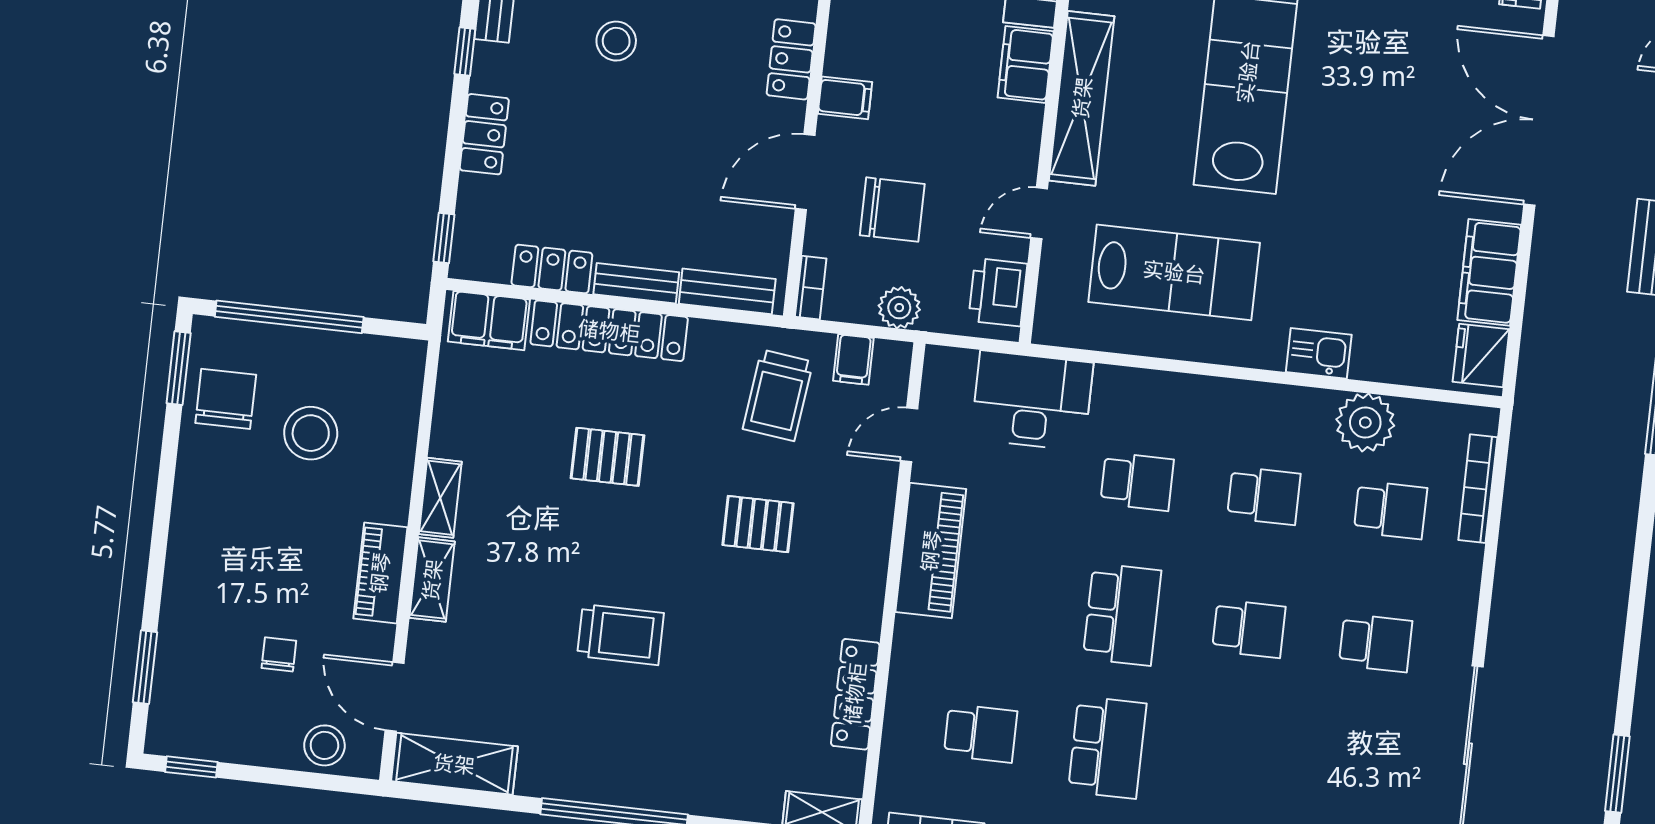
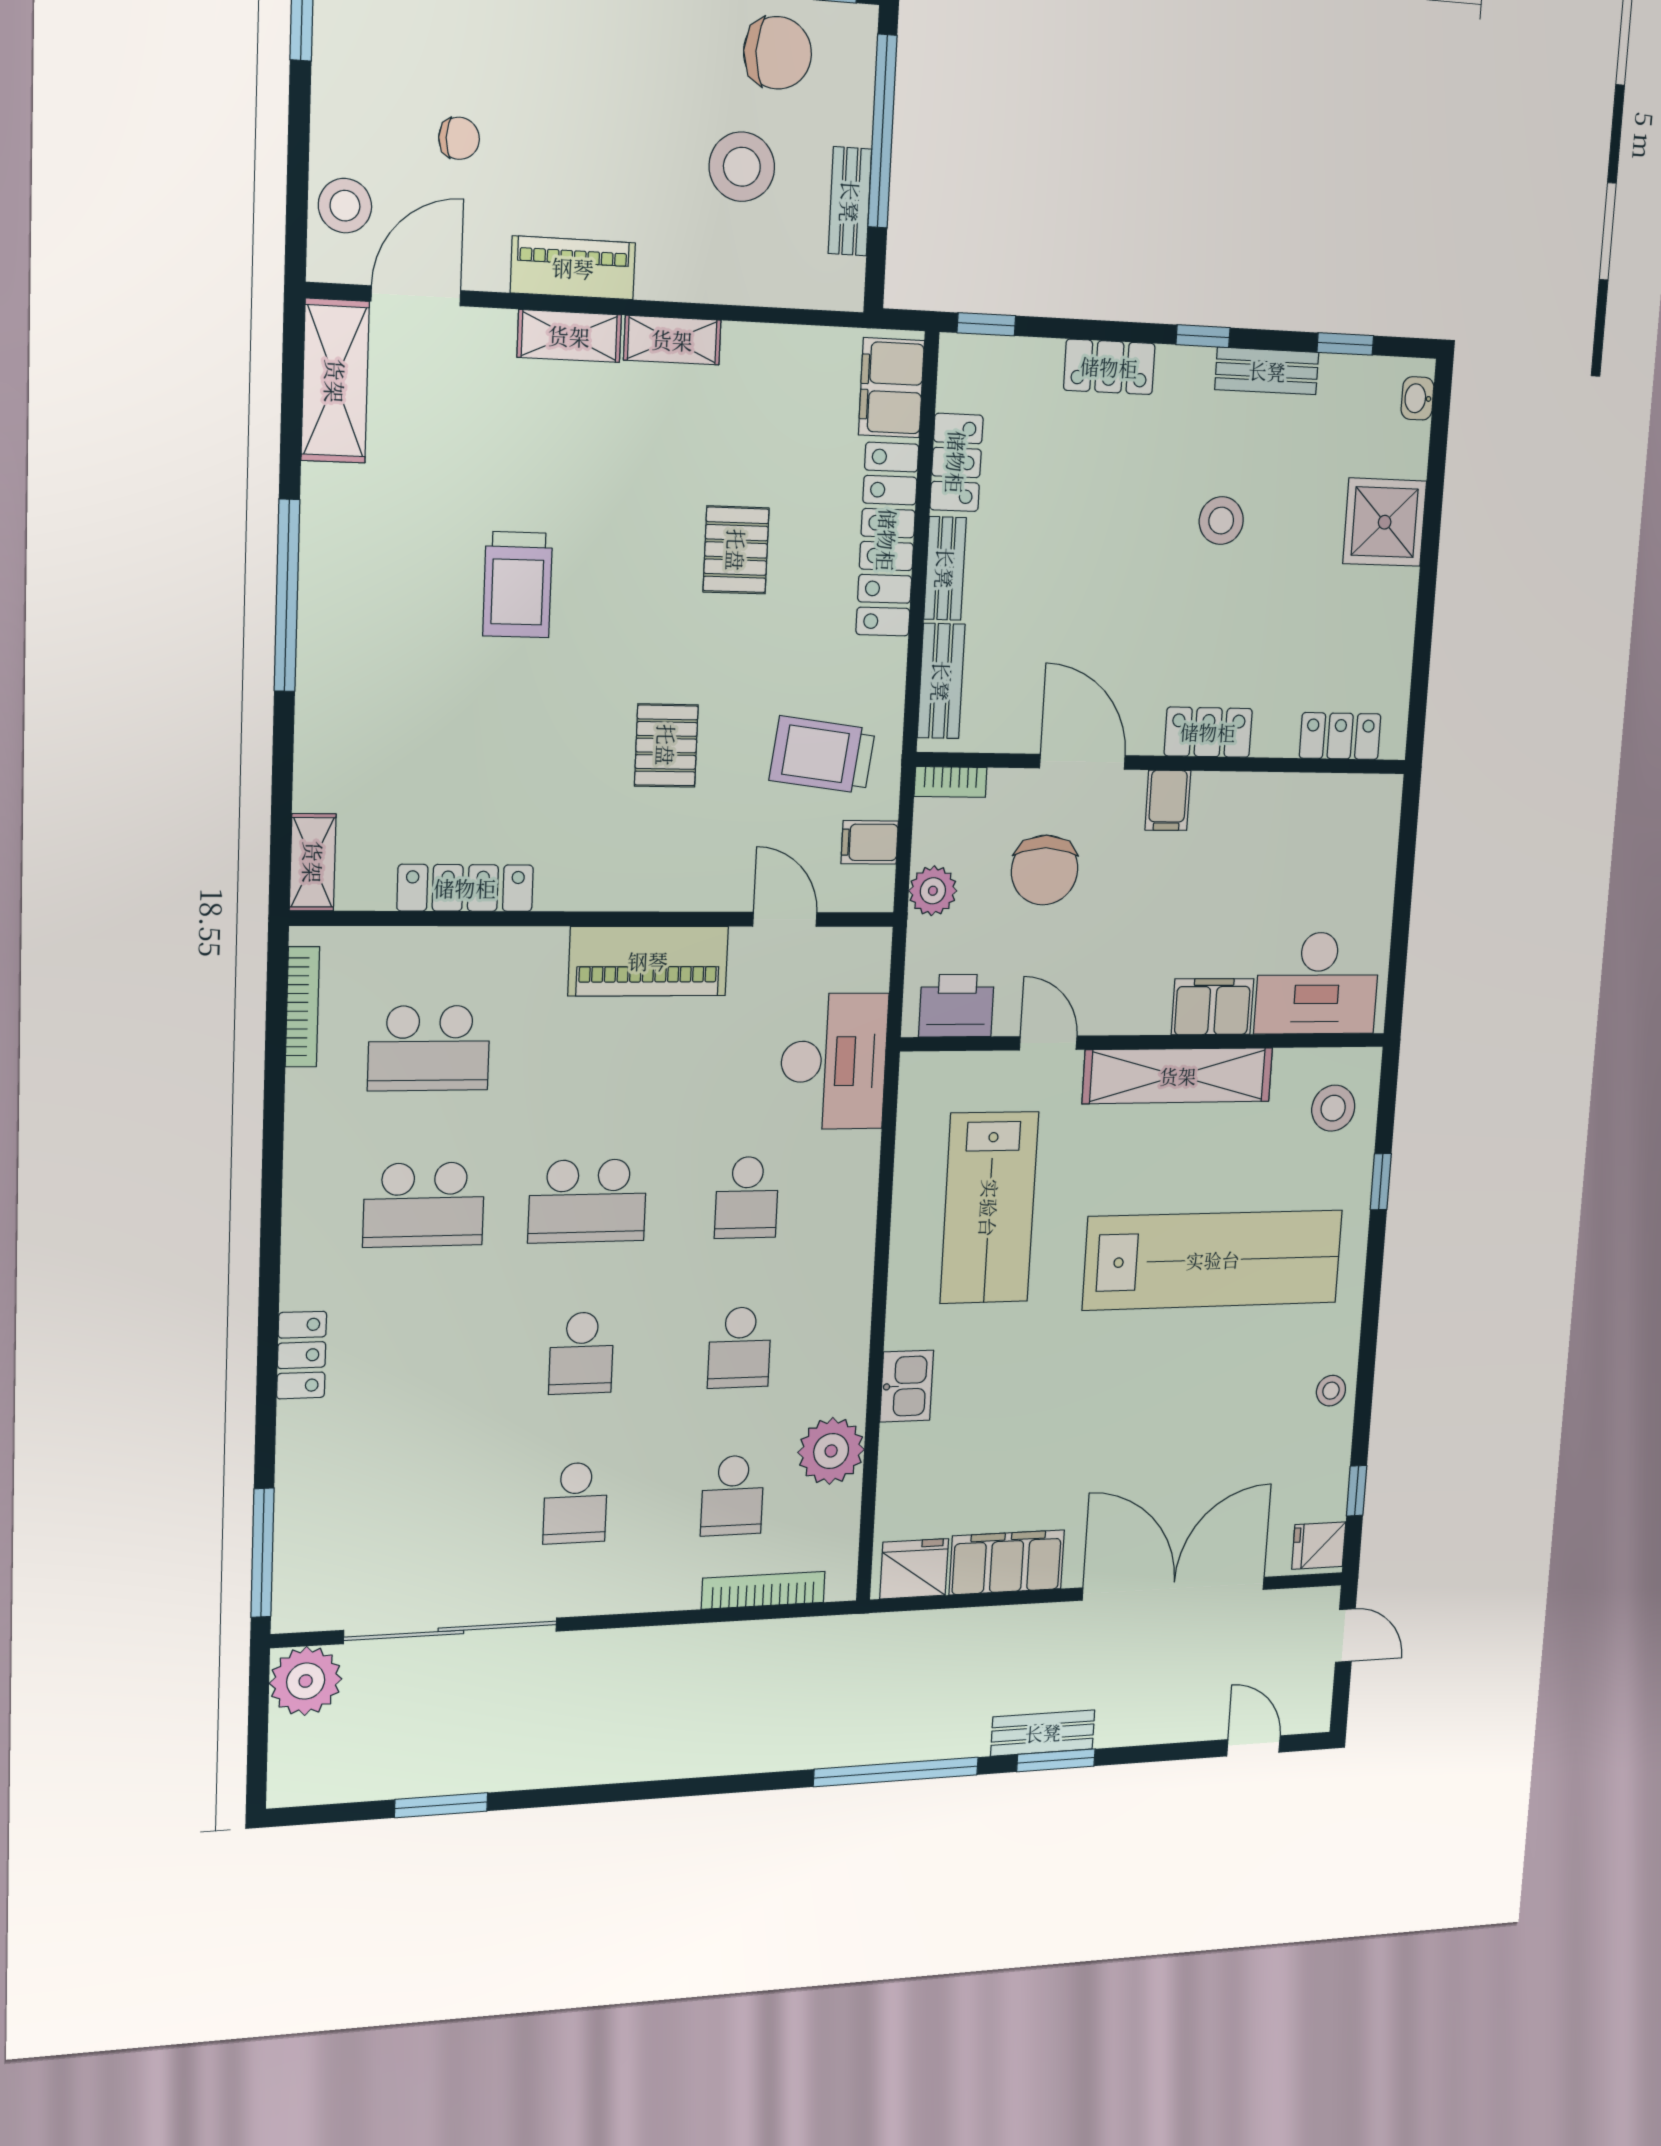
bench: (342, 347) -> (850, 201), added
school desk: (980, 733) -> (429, 1048), width x1.85

